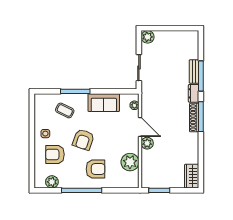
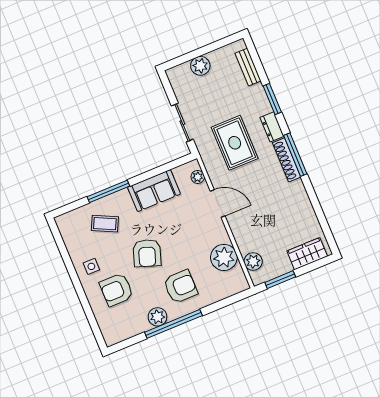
plant: (148, 37) -> (200, 66), moved
bench: (194, 72) -> (248, 67), moved
window: (201, 76) -> (272, 99), width x0.69
rug: (166, 94) -> (235, 143), added
plant: (147, 143) -> (253, 261), moved
wardrobe: (192, 176) -> (307, 254), moved, turned 90
plant: (52, 182) -> (157, 317), moved

